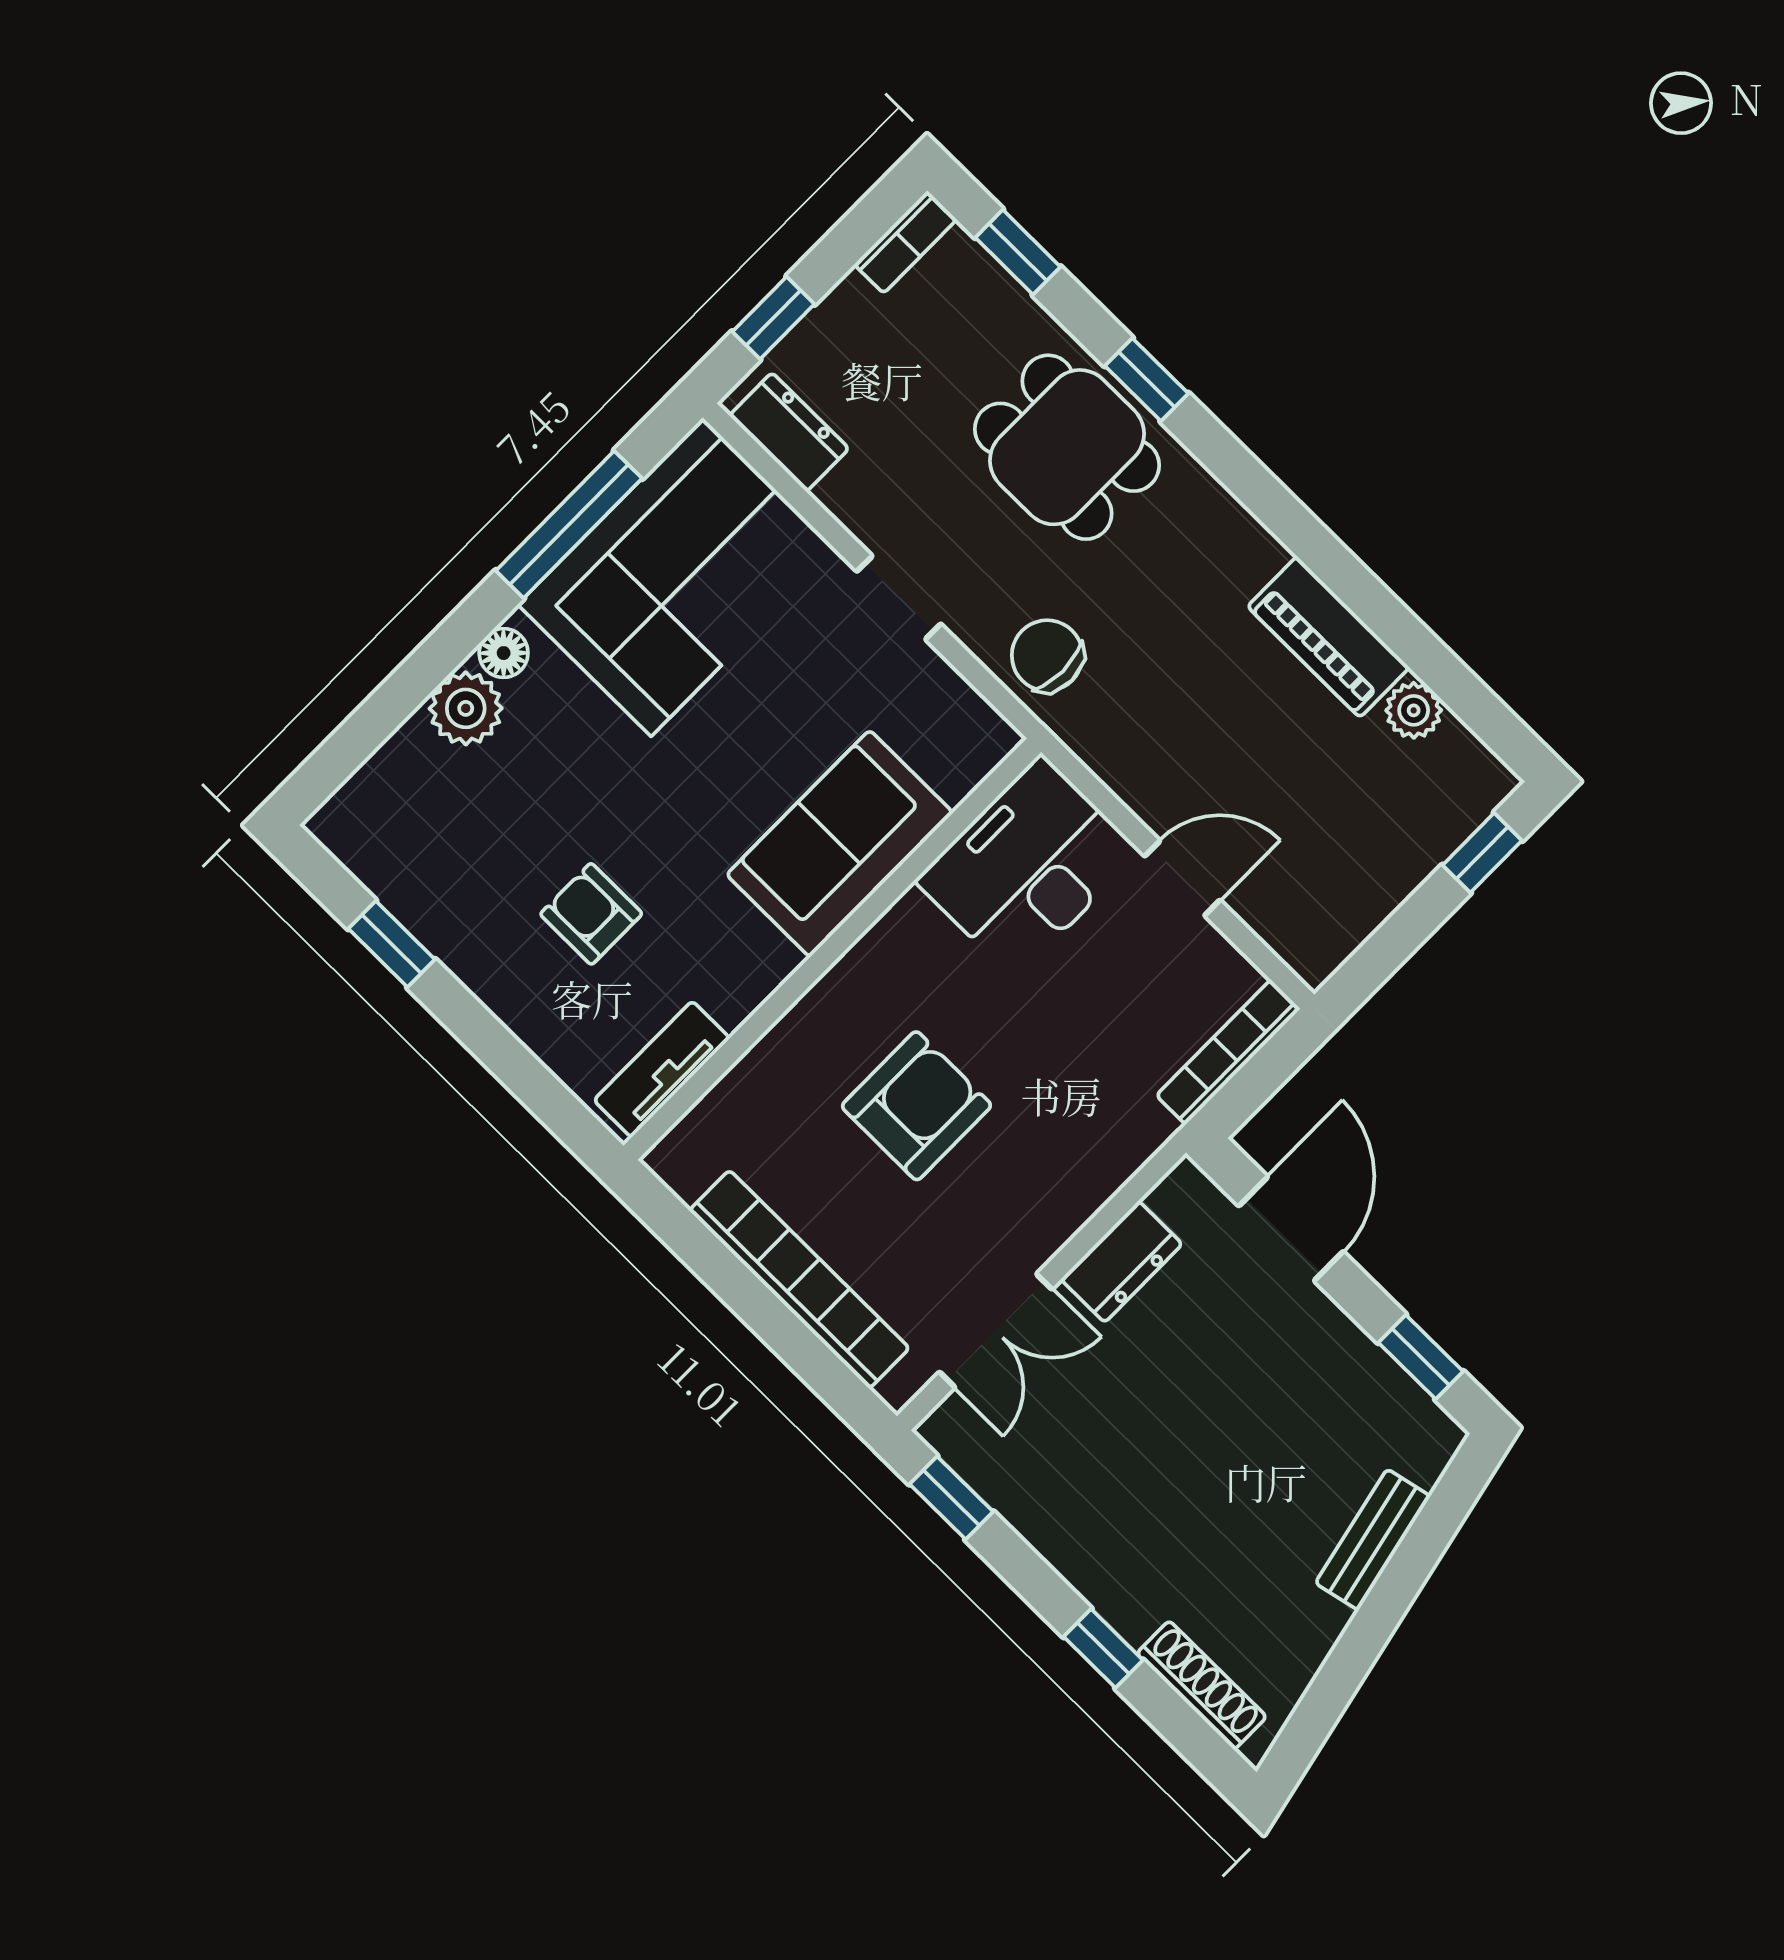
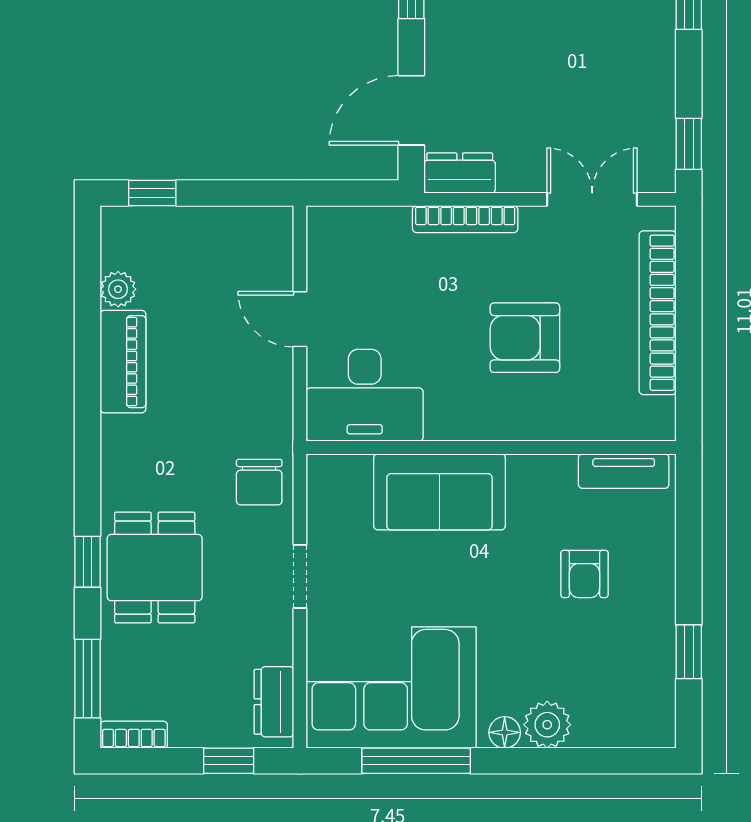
window: (1018, 252) -> (88, 679), width x1.50
bookcase: (1228, 1052) -> (465, 219), moved
dresser: (1122, 1262) -> (460, 173), moved

